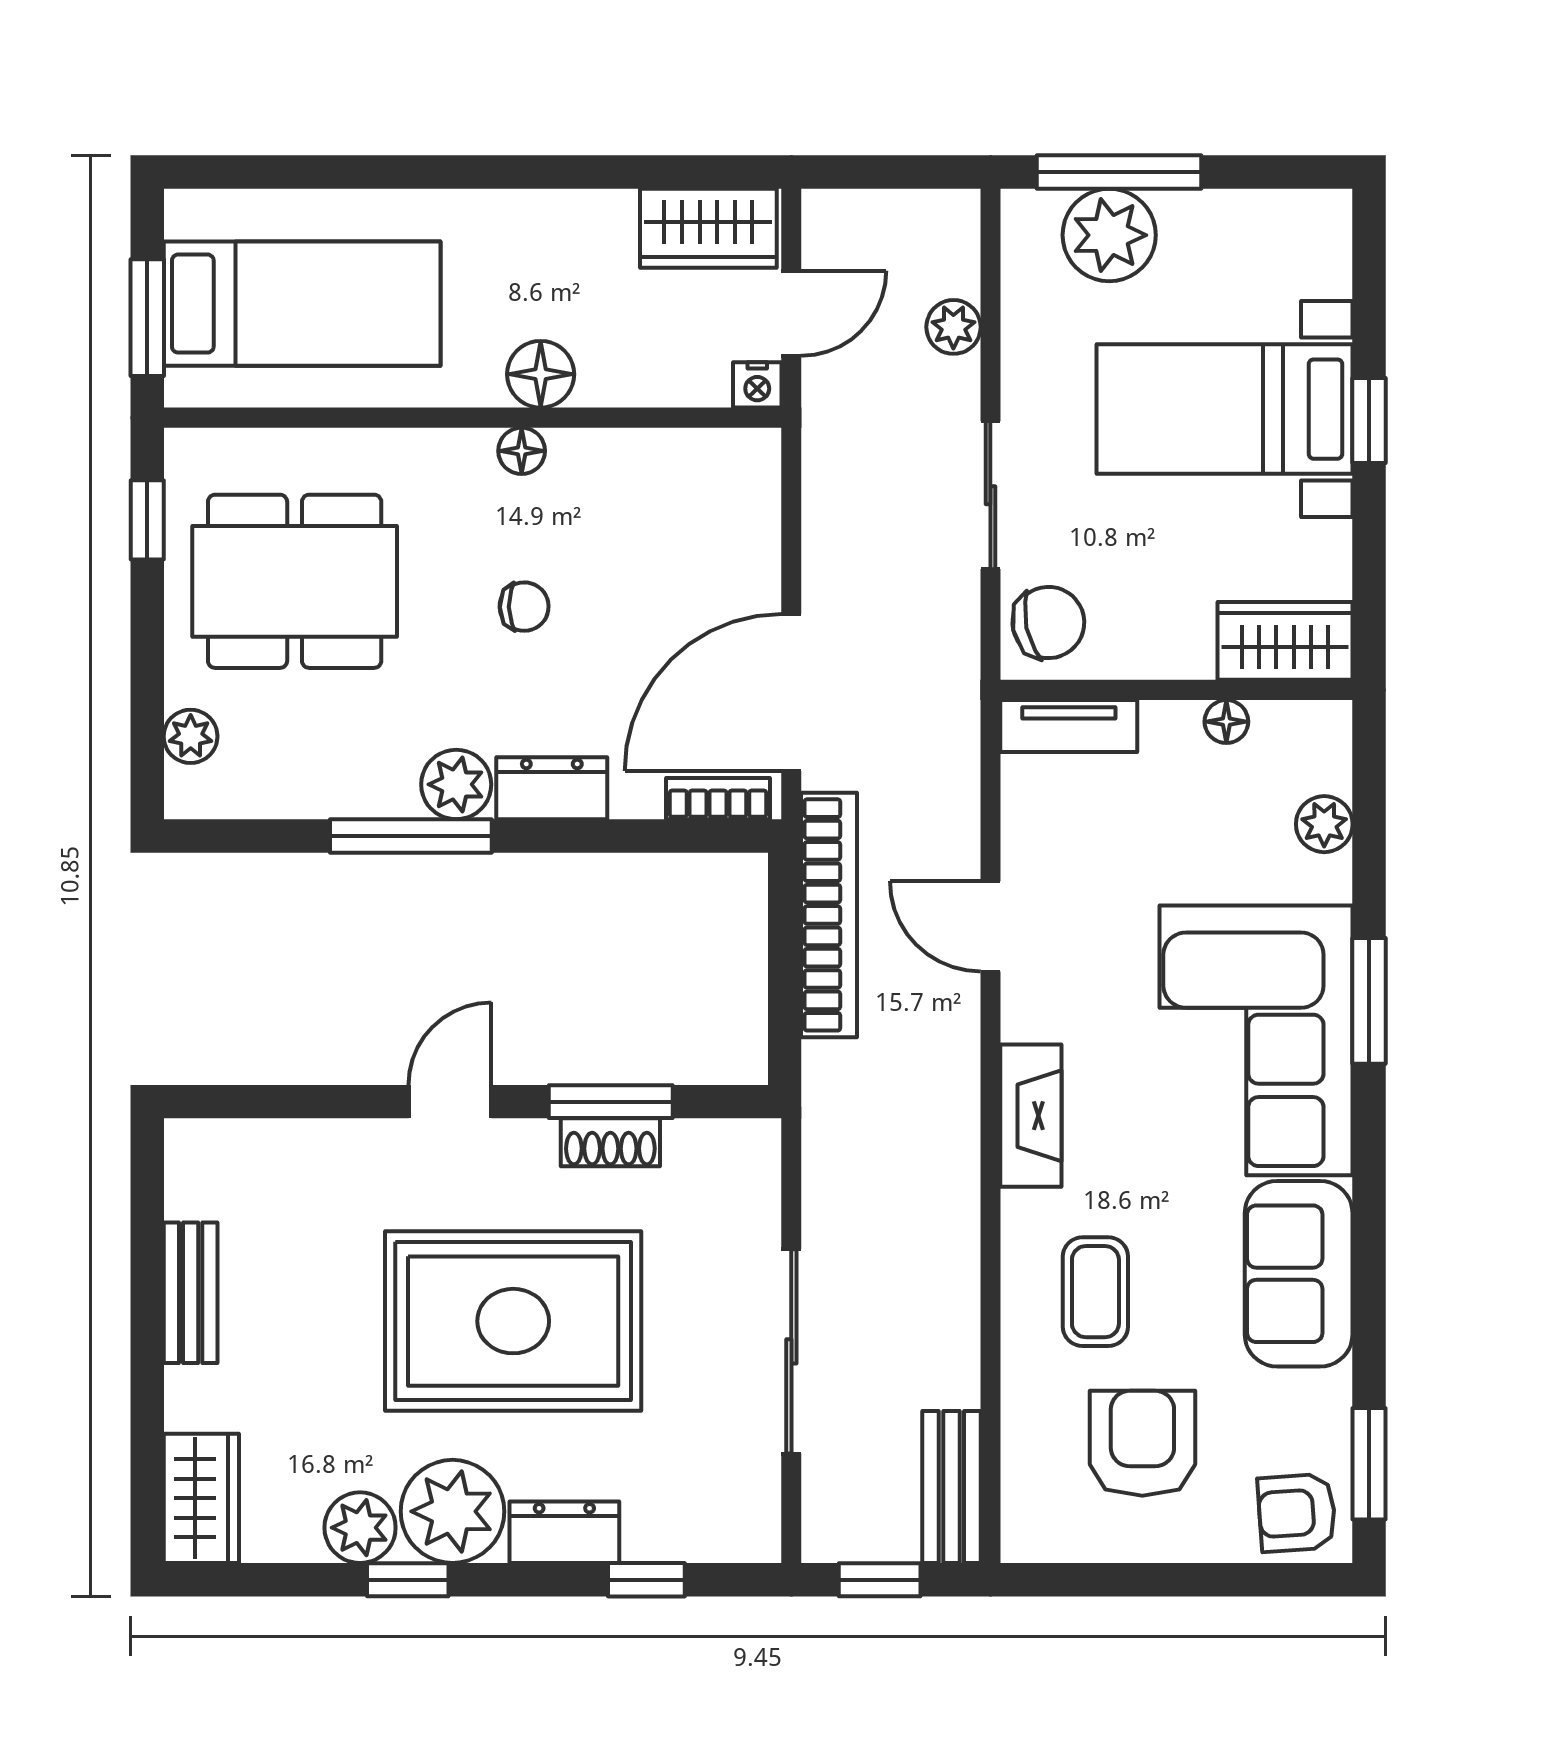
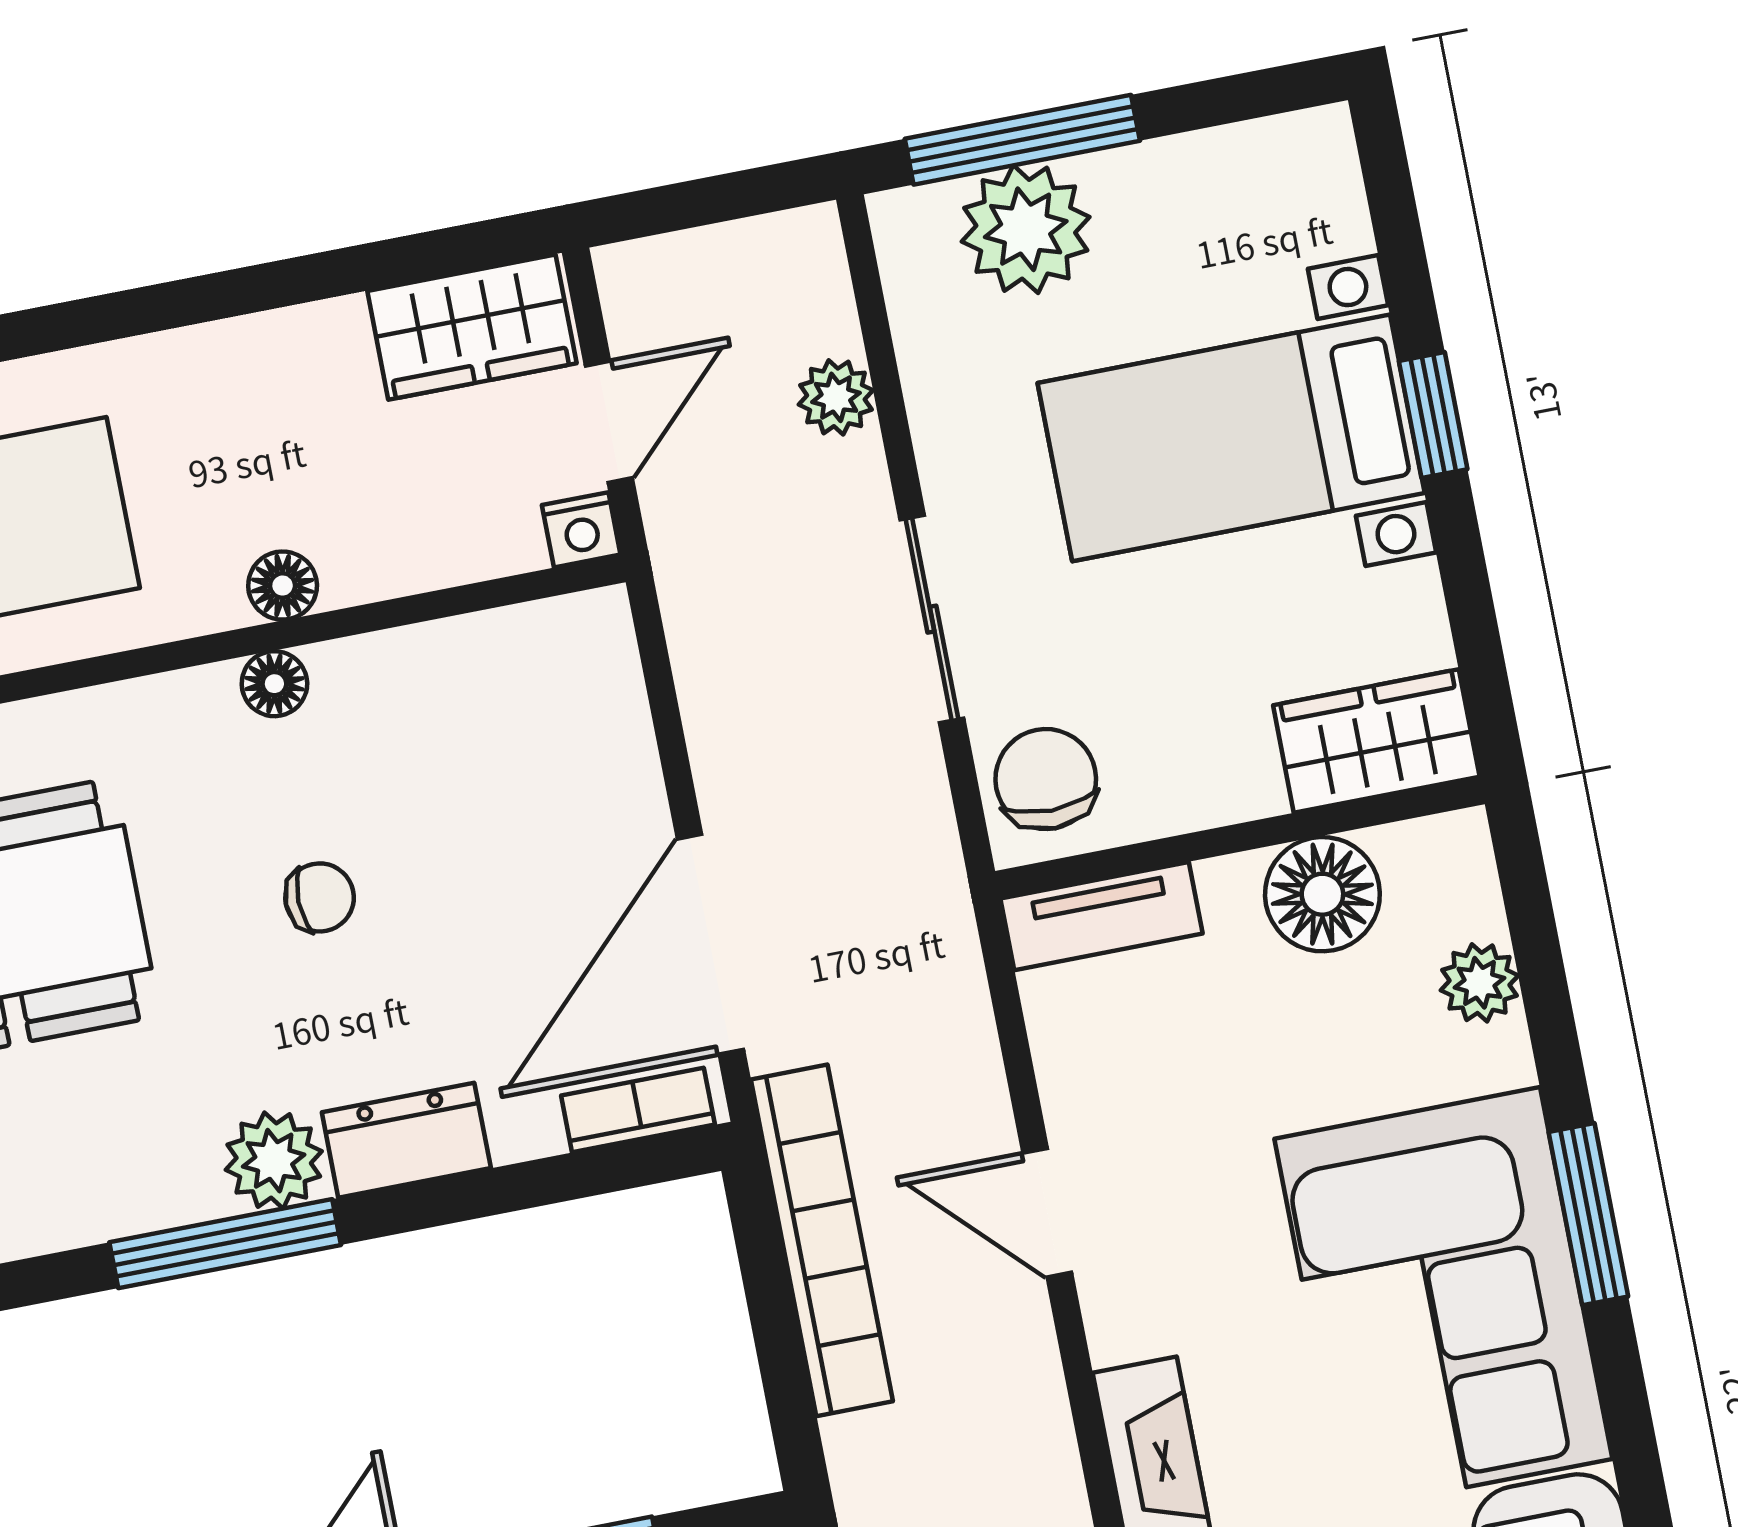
floor lamp: (541, 374) -> (283, 586), width x0.73, depth x0.73
chair: (1048, 623) -> (1046, 779), turned -78
floor lamp: (1226, 722) -> (1322, 894), width x1.89, depth x1.89

